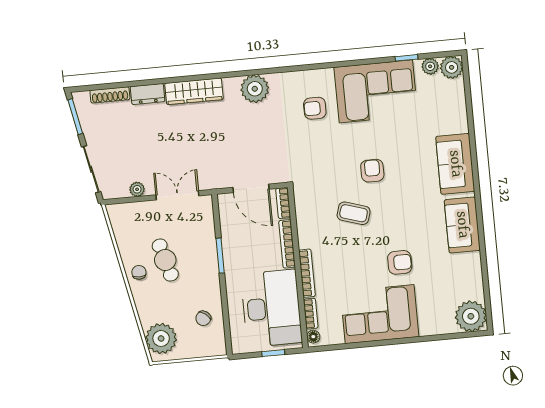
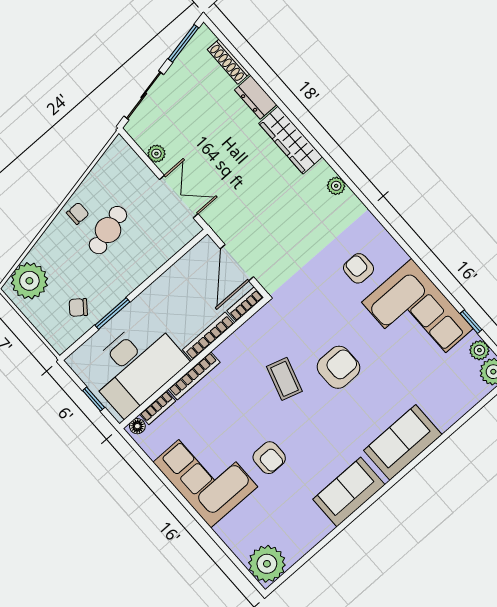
plant: (255, 89) -> (336, 186), width x0.53, depth x0.53
armchair: (372, 171) -> (338, 367), width x1.38, depth x1.38
window: (220, 256) -> (112, 313), moved

